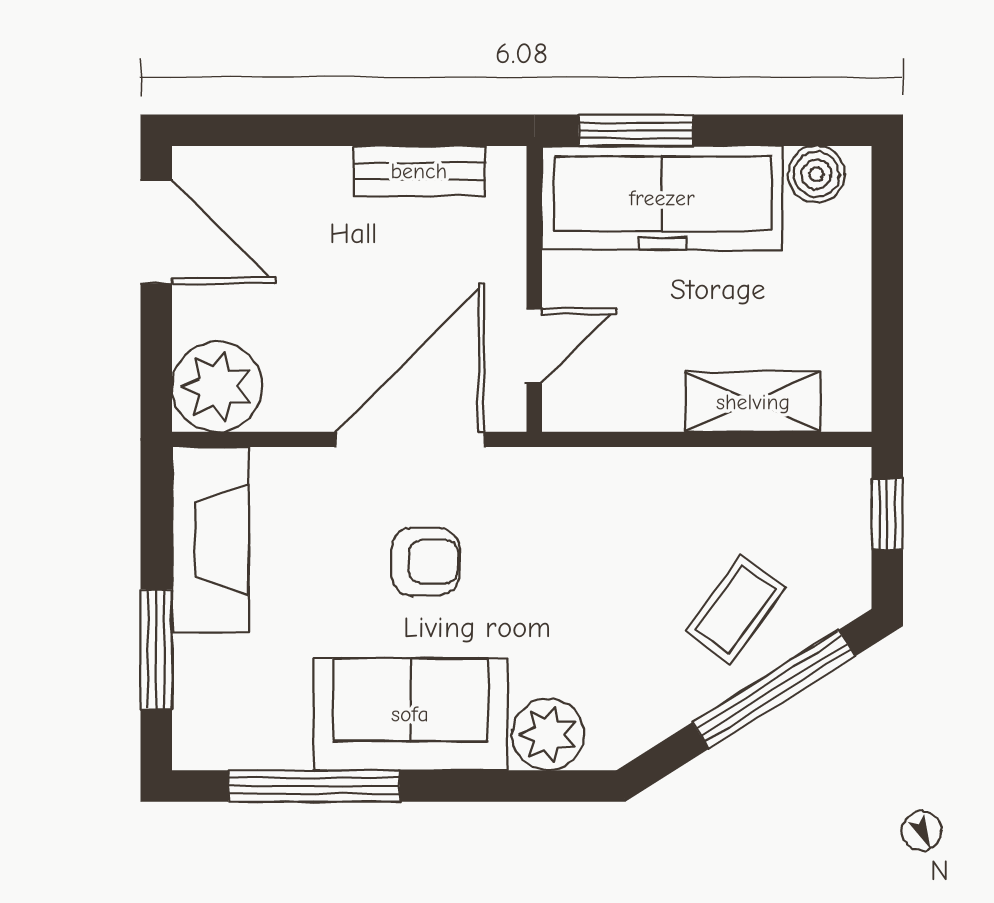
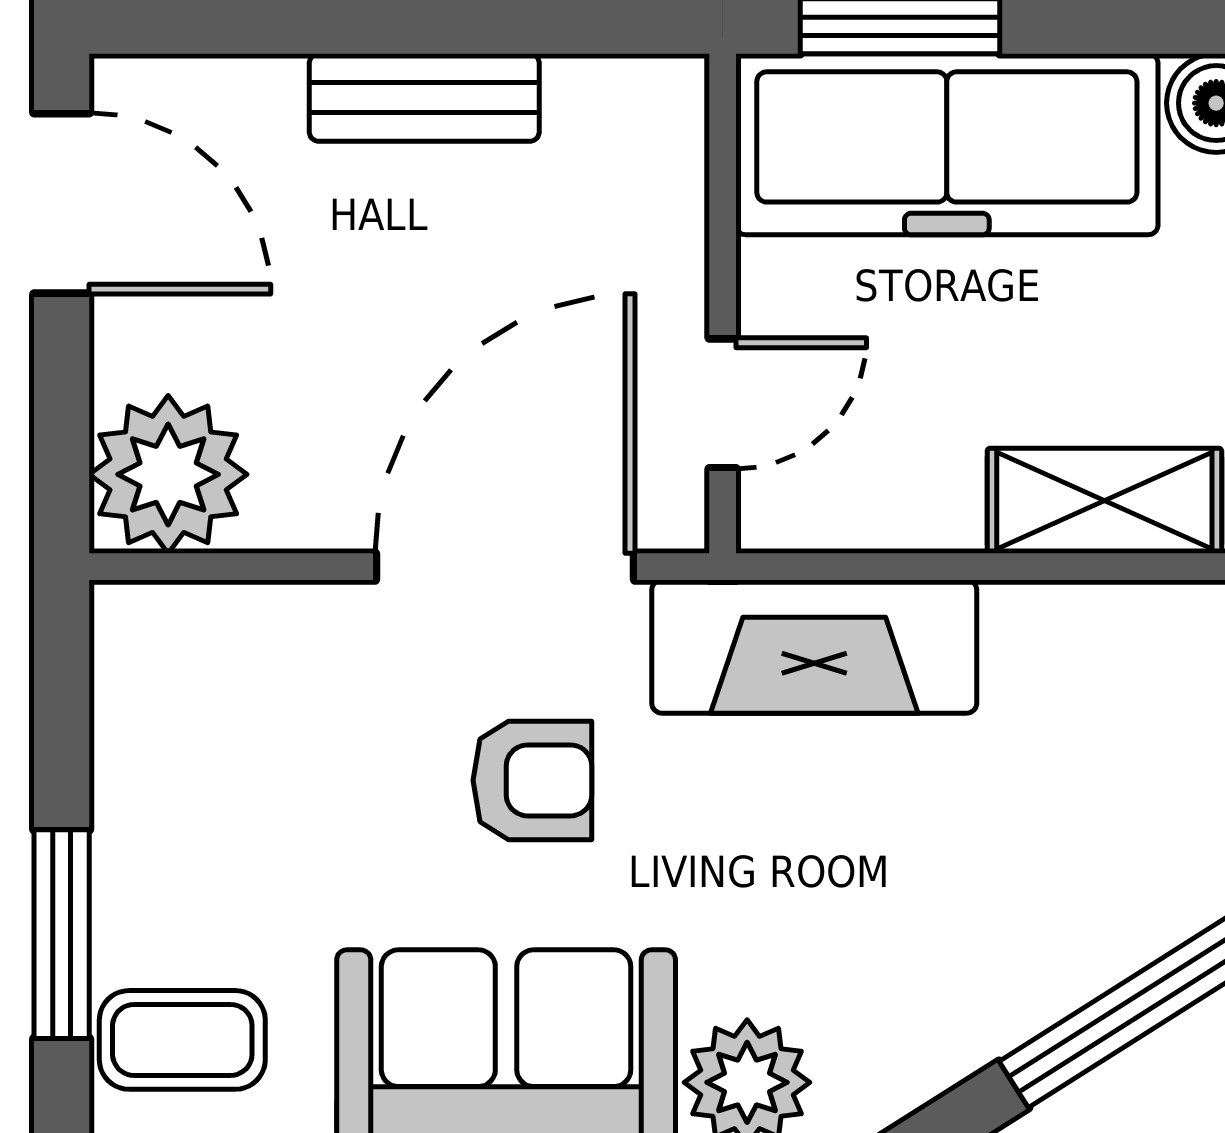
bench: (419, 171) -> (424, 98), moved
fireplace: (210, 540) -> (814, 647), moved, turned 90
coffee table: (735, 609) -> (182, 1040), moved, turned 54

